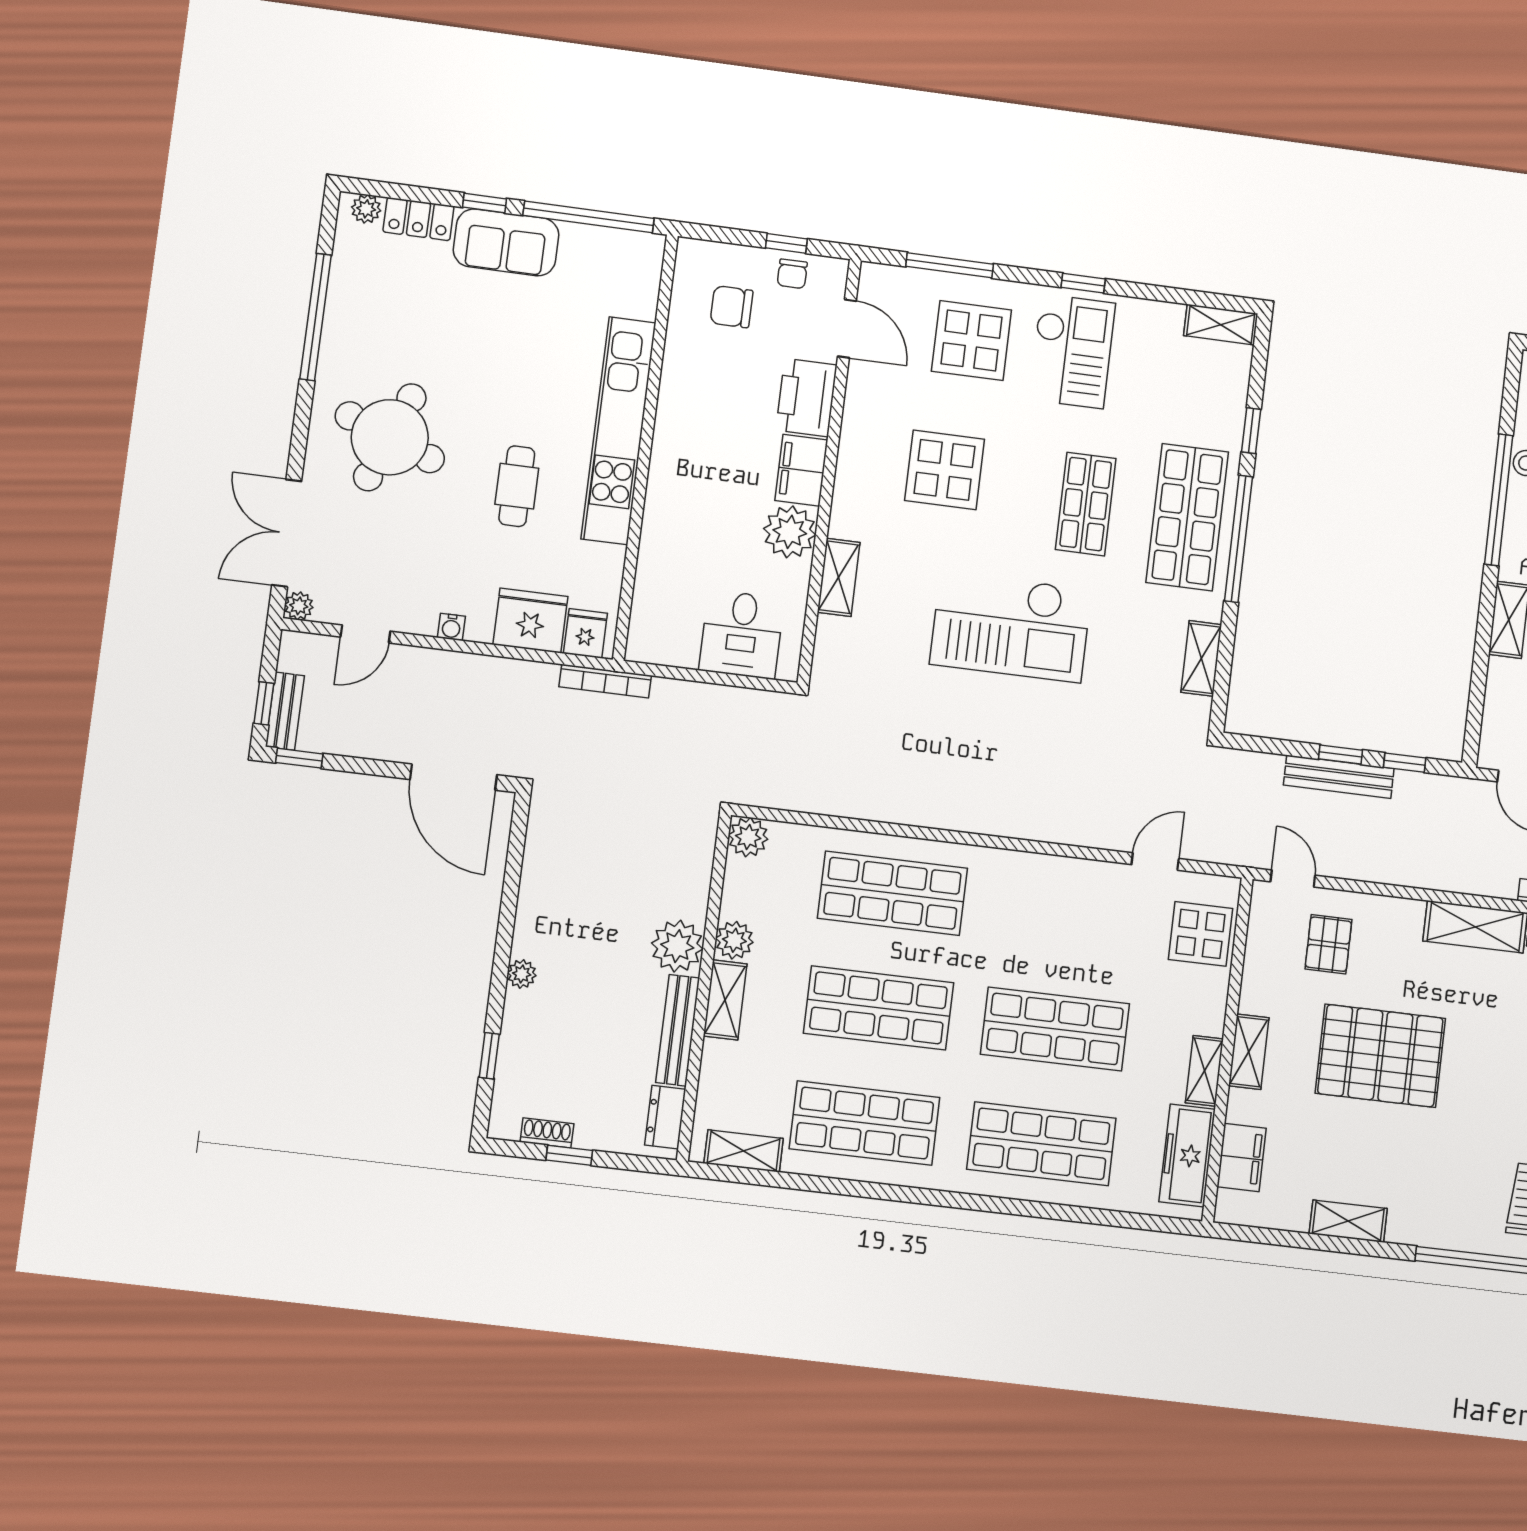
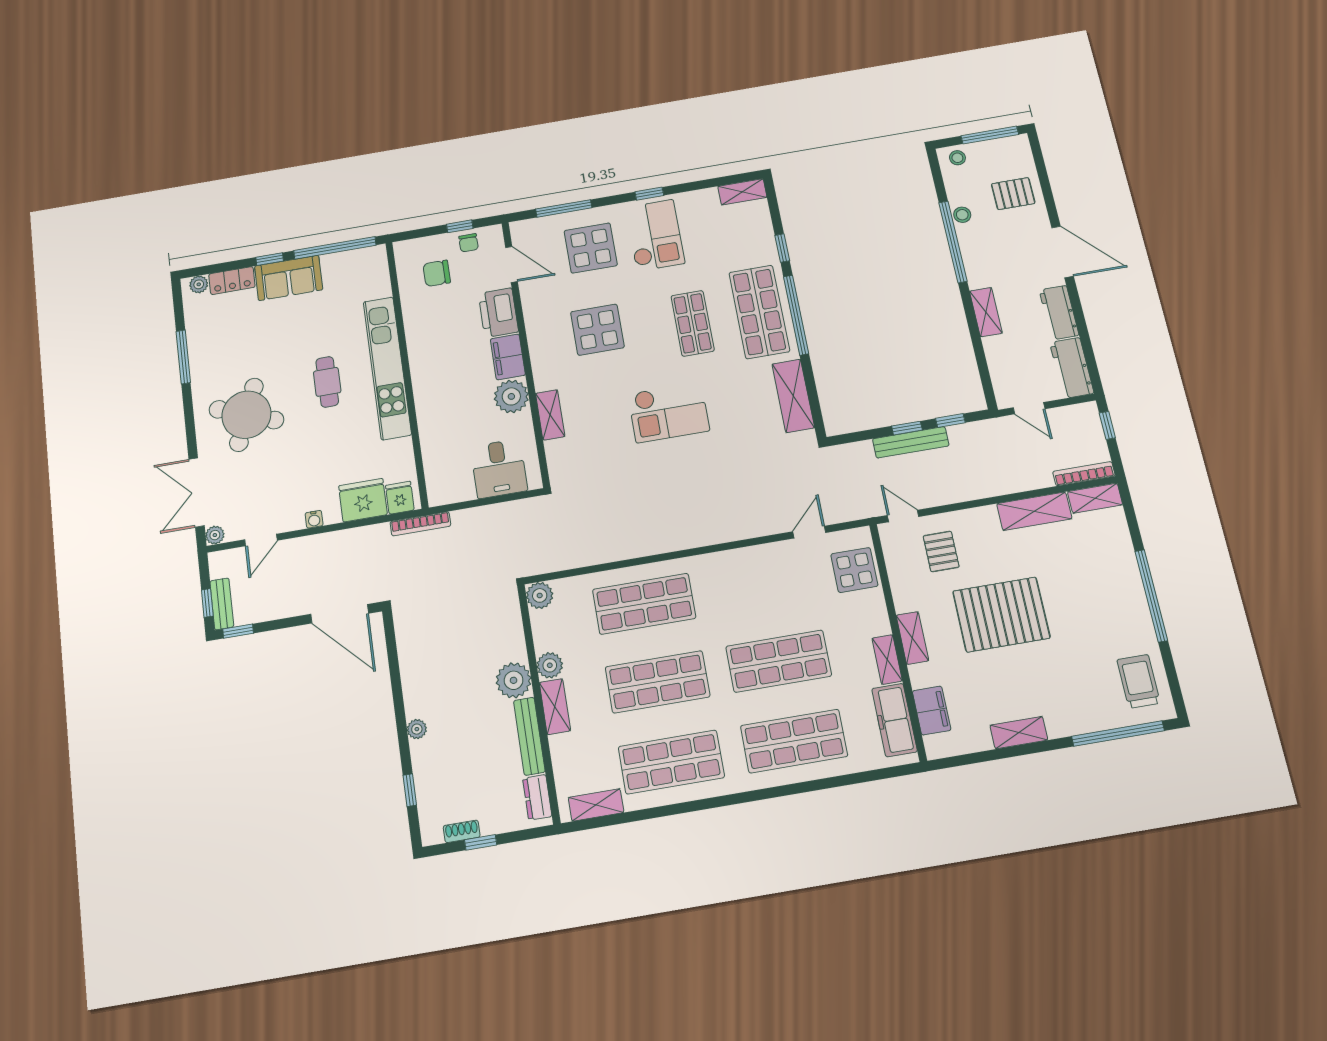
window: (316, 317) -> (183, 357), width x0.68
cafe table: (517, 486) -> (327, 382), moved
checkout: (1011, 627) -> (669, 412), width x0.73, depth x0.83
shelving: (1201, 658) -> (793, 396), width x1.50, depth x1.33

